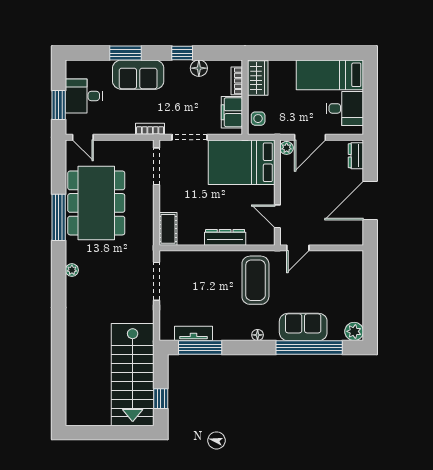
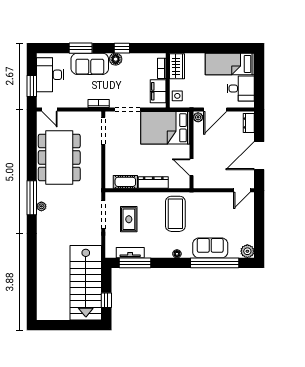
floor lamp: (199, 68) -> (116, 59), moved
desk: (84, 96) -> (50, 75), width x1.37
window: (59, 217) -> (32, 198), moved
cot: (168, 229) -> (125, 182), moved, turned 90
door: (298, 248) -> (242, 190), moved
rug: (192, 288) -> (129, 219), added

